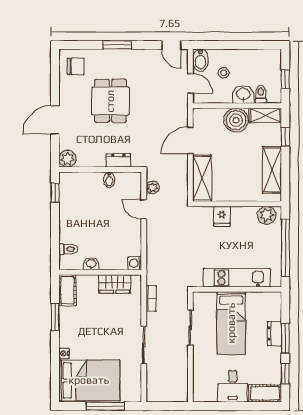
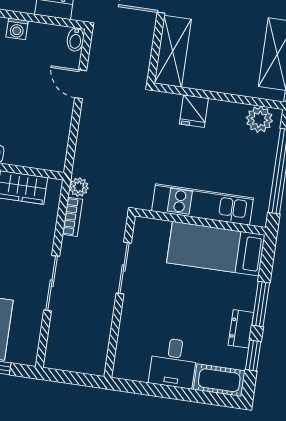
bidet: (109, 180) -> (76, 39), moved
plant: (153, 187) -> (79, 187), moved
washing machine: (135, 263) -> (17, 29), moved, turned -90
bed: (231, 323) -> (216, 249), moved, turned 90
dresser: (275, 334) -> (241, 329), moved

